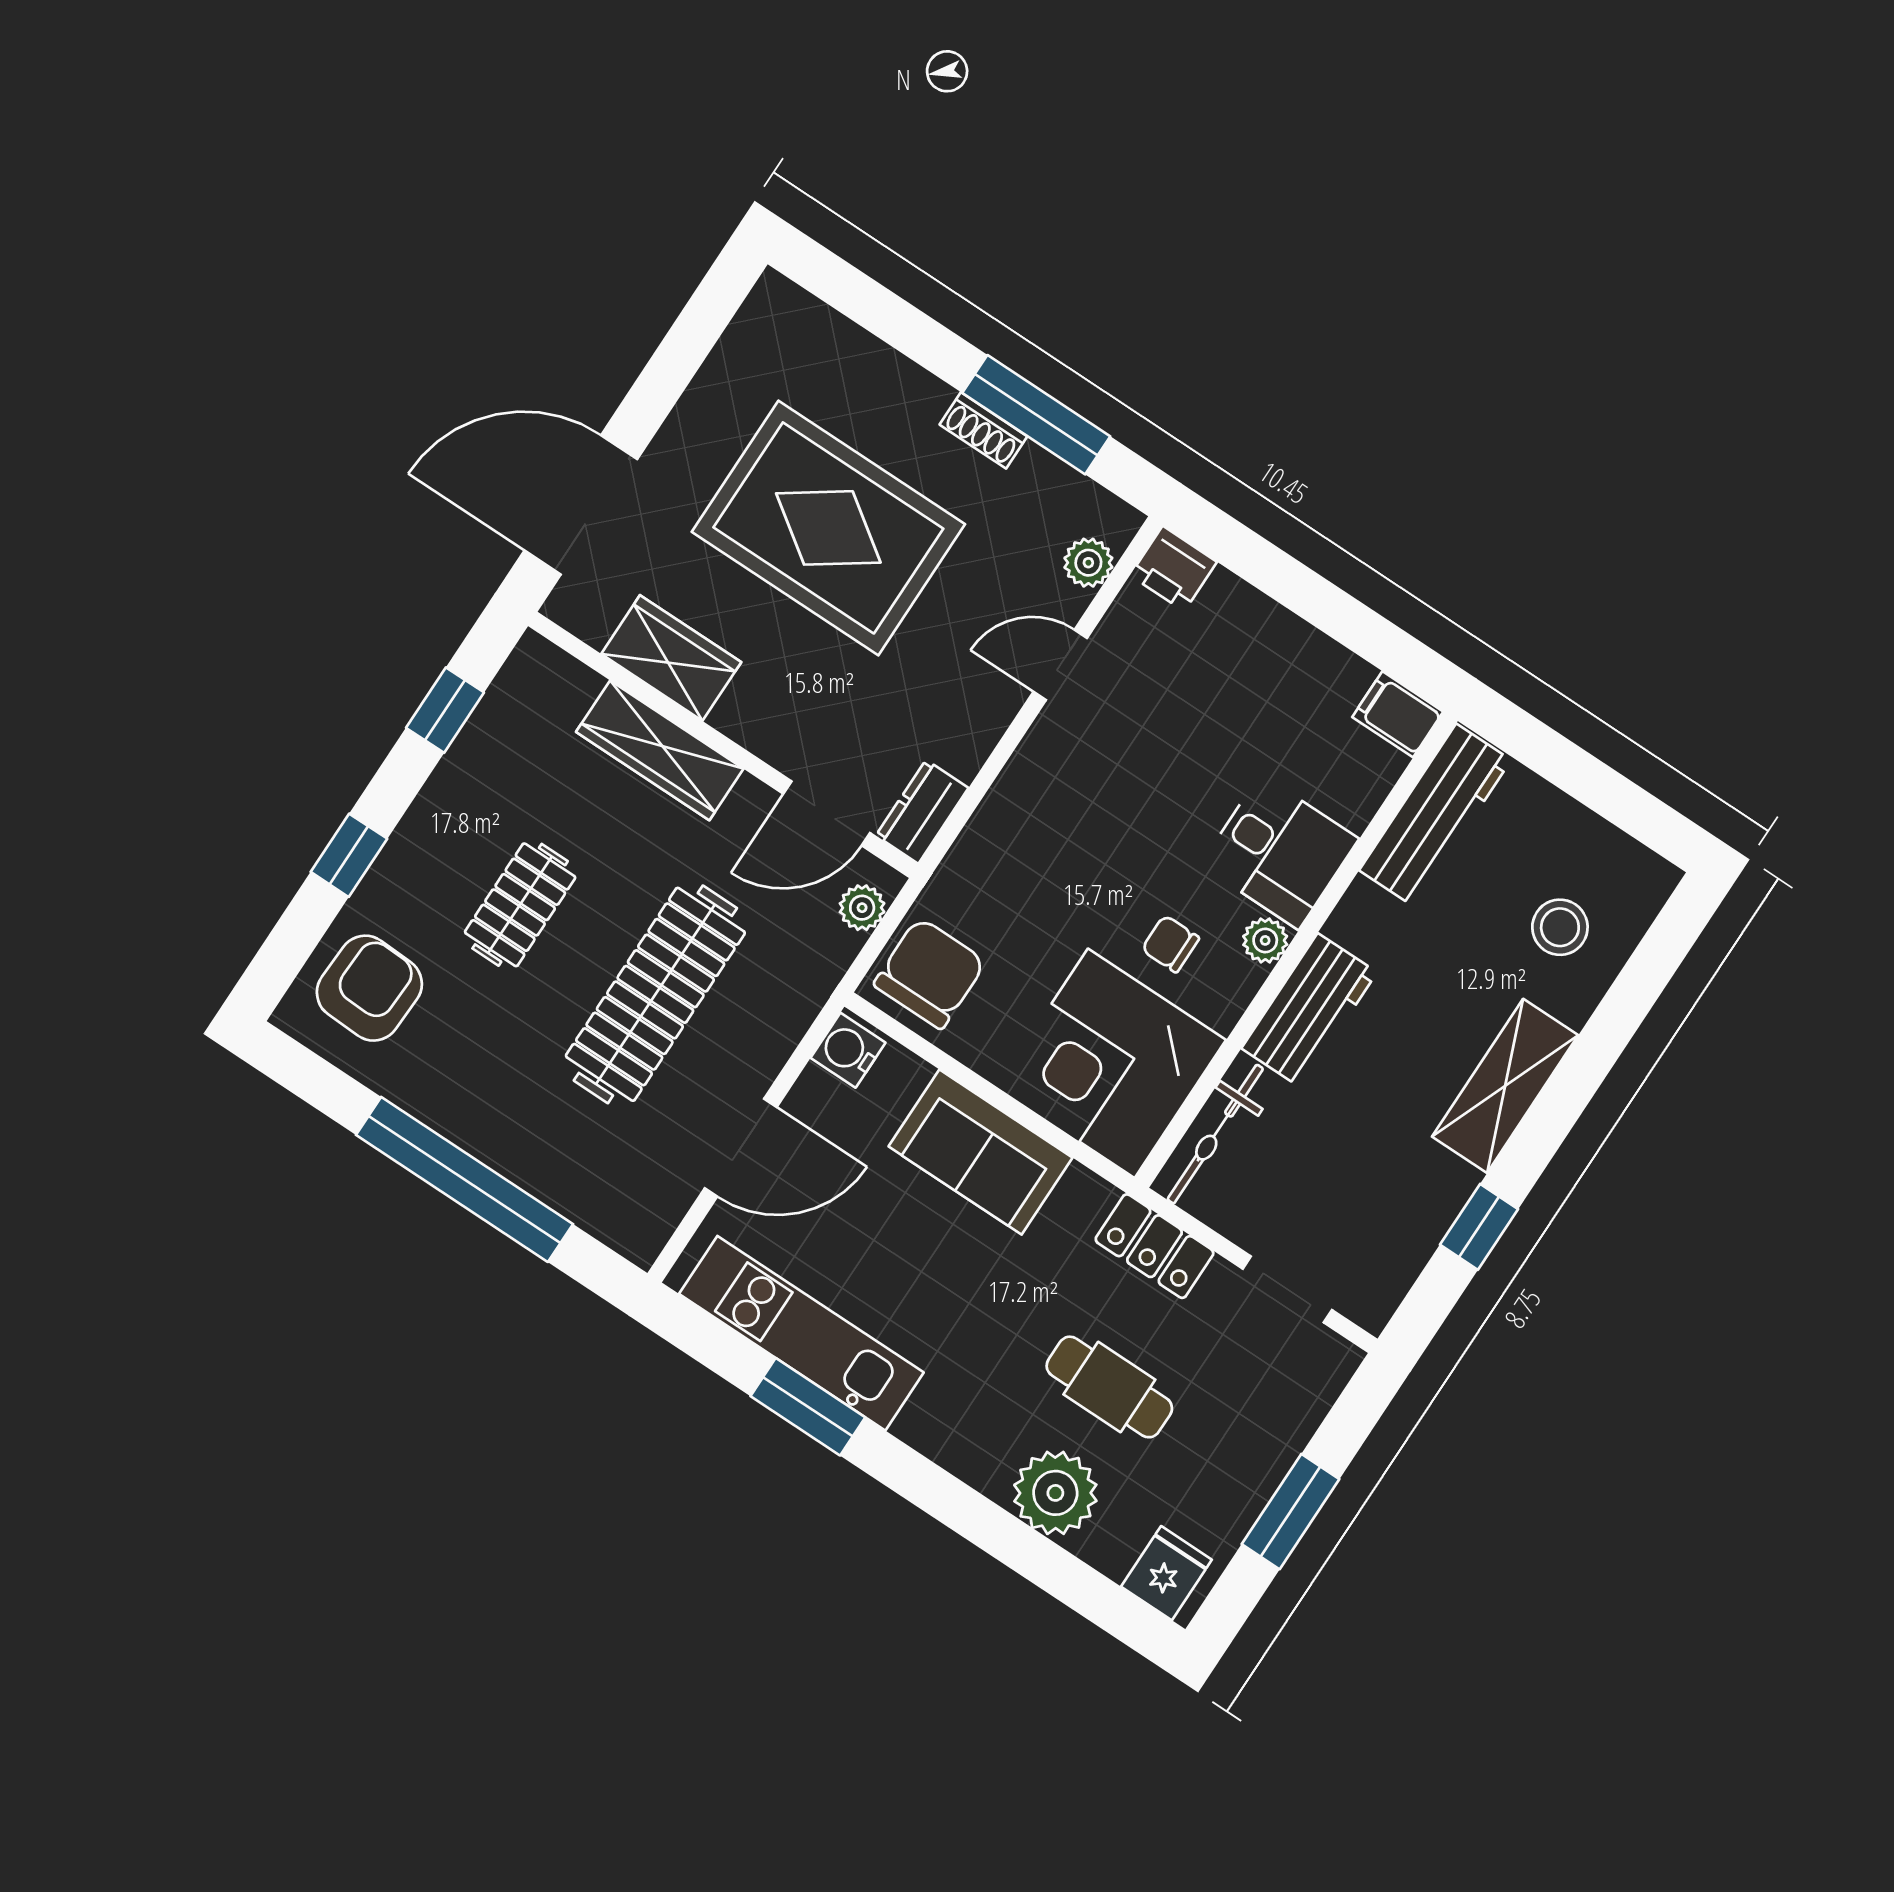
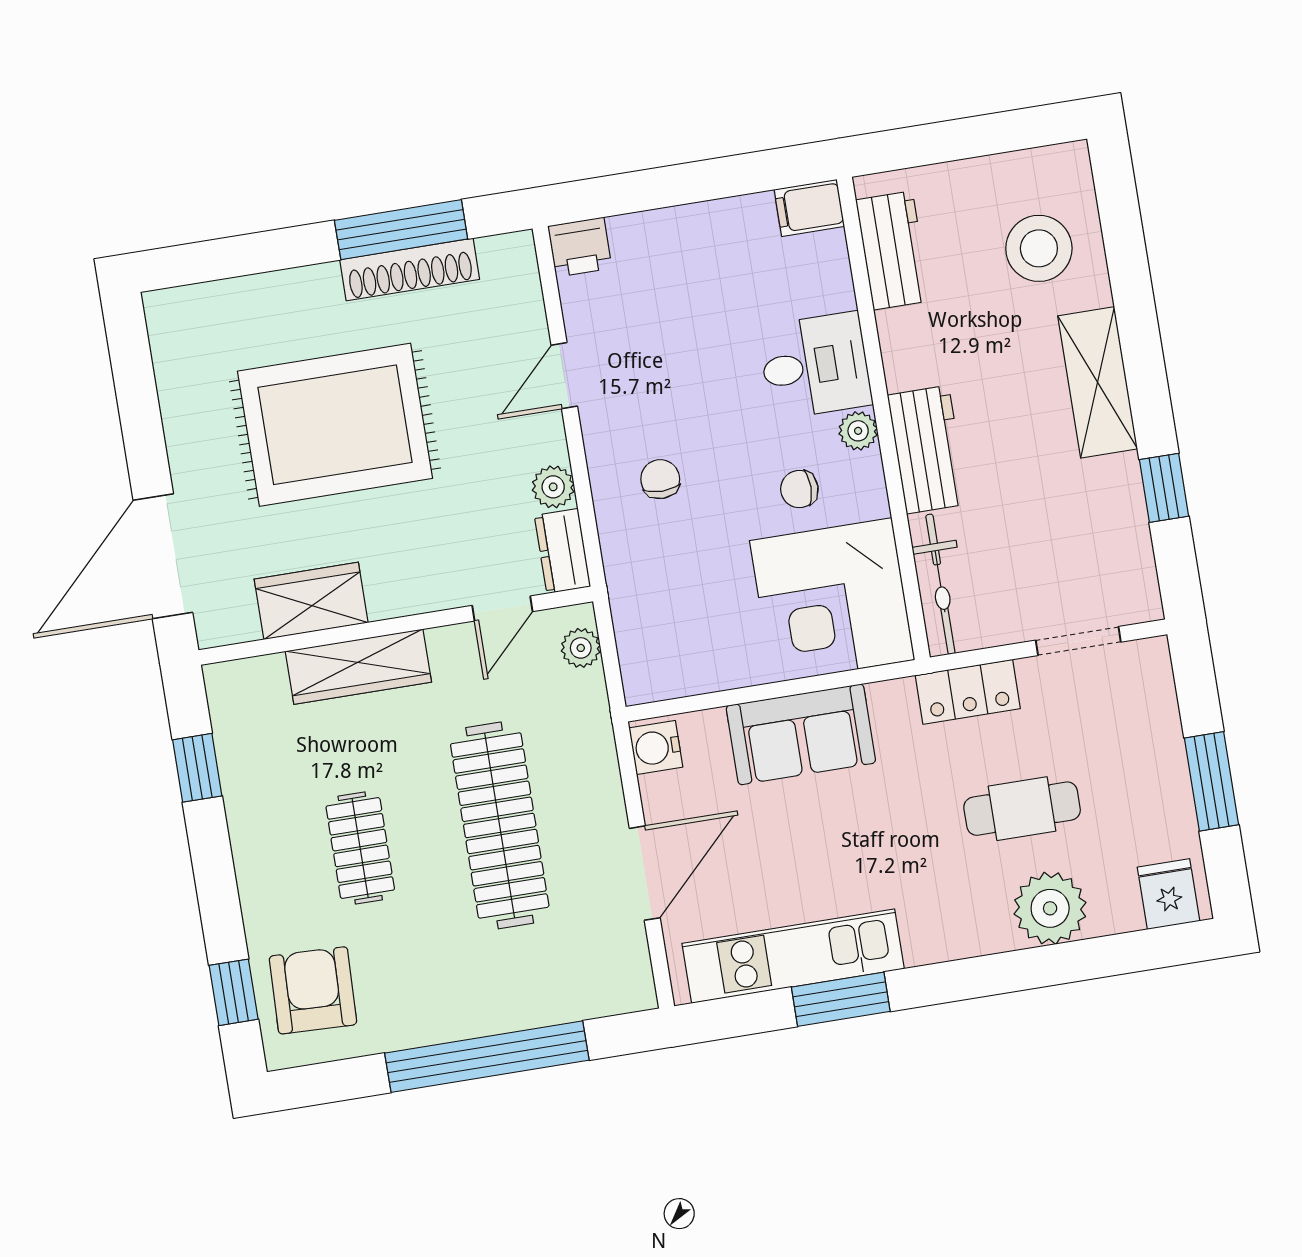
shoe rack: (983, 430) -> (410, 270), width x1.94, depth x1.24
plant: (1088, 563) -> (553, 487), moved
door: (827, 813) -> (502, 608), width x0.73
workbench: (1435, 815) -> (893, 250), width x0.73
window: (349, 855) -> (234, 992), moved
stool: (1560, 927) -> (1039, 248), width x1.38, depth x1.38
chair: (930, 973) -> (660, 479), moved, width x0.54, depth x0.54

